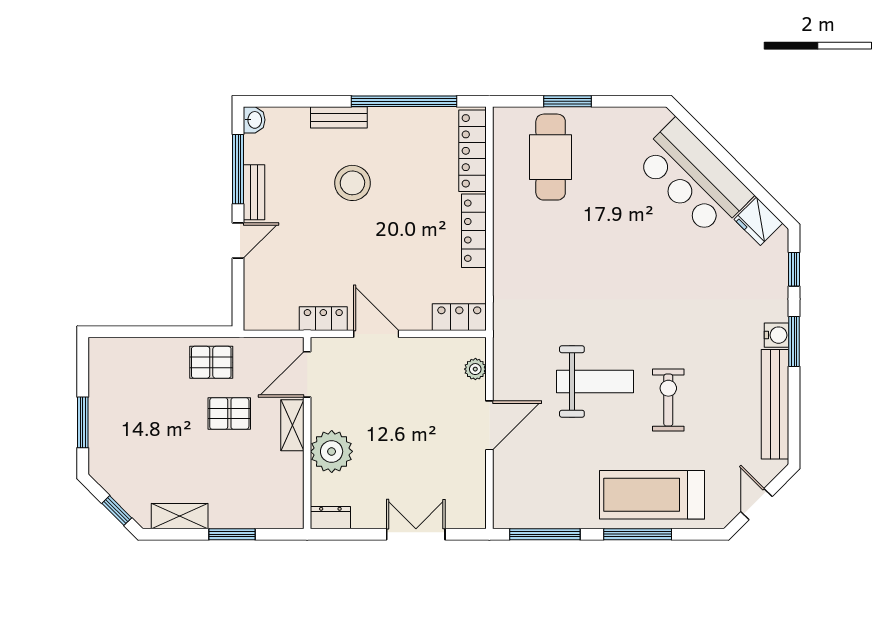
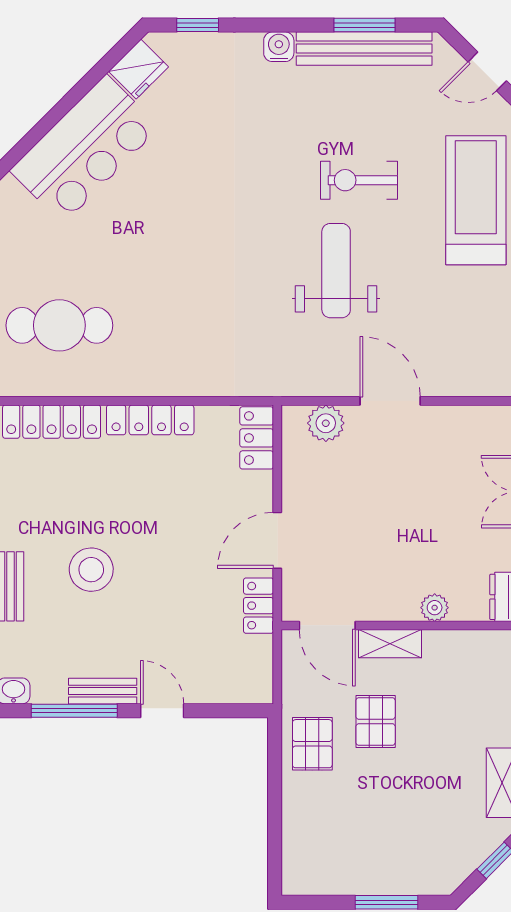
window: (794, 342) -> (365, 25), moved
plant: (475, 369) -> (326, 423), width x1.38, depth x1.38
plant: (332, 451) -> (435, 608), width x0.53, depth x0.53
treadmill: (652, 495) -> (476, 200), turned 180

